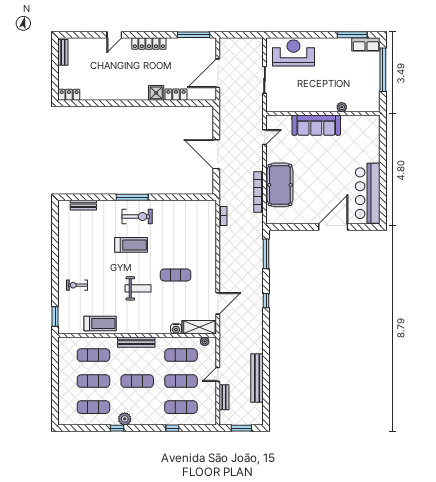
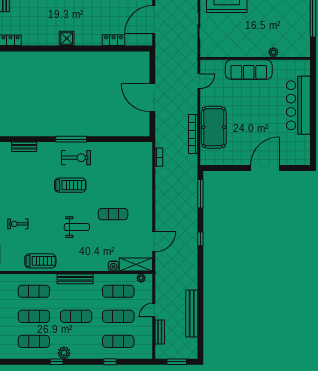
shower: (156, 93) -> (67, 38), moved
bar counter: (368, 193) -> (298, 105), moved

